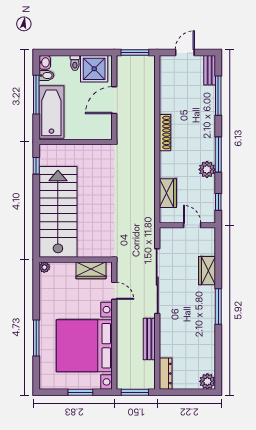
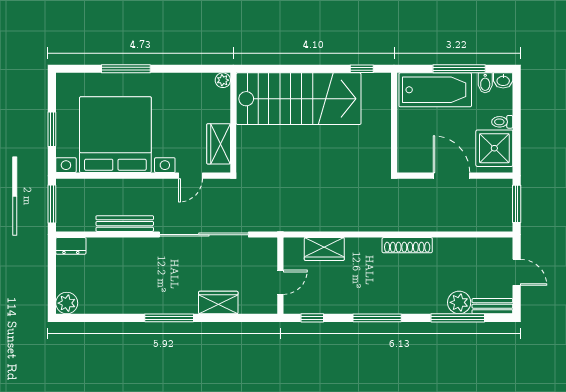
plant: (207, 169) -> (459, 302), moved
dresser: (166, 374) -> (71, 246), width x0.70

